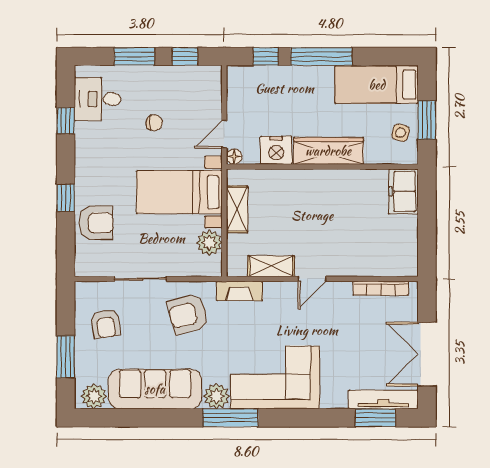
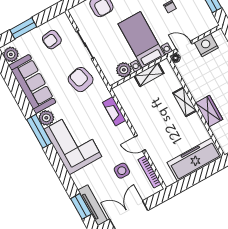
nightstand: (276, 150) -> (206, 45), moved, turned 90
wardrobe: (328, 151) -> (209, 111), width x0.67
freezer: (403, 191) -> (195, 160), width x1.91, depth x1.26
shelving: (271, 266) -> (185, 102), moved
door: (312, 279) -> (140, 143), moved
fireplace: (240, 291) -> (114, 111), moved
side table: (356, 328) -> (122, 171), added

